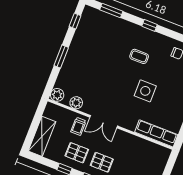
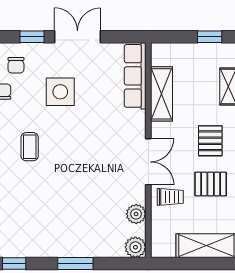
side table: (145, 91) -> (60, 92), moved
shelving: (140, 145) -> (161, 94), added
pallet: (77, 153) -> (211, 184), turned 90

